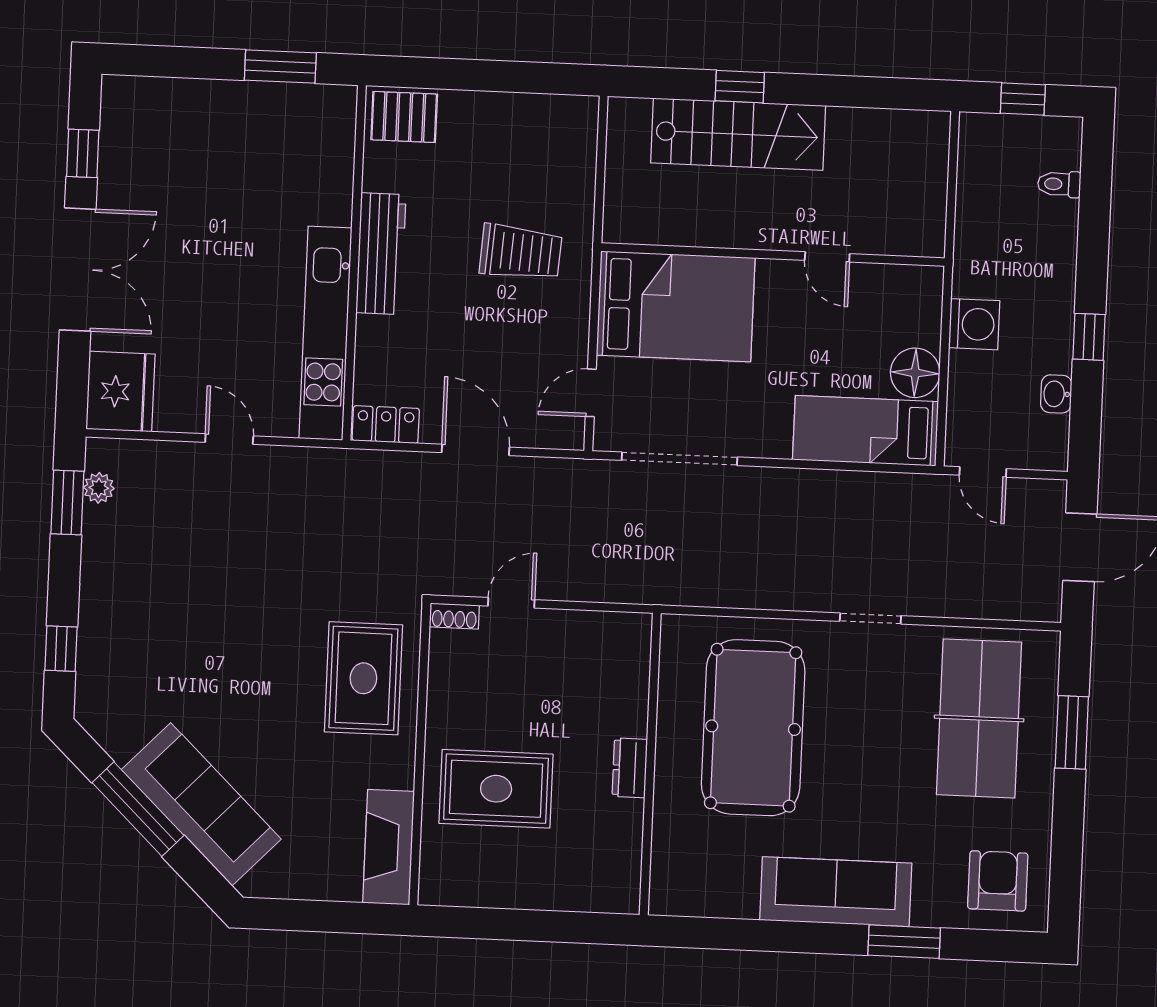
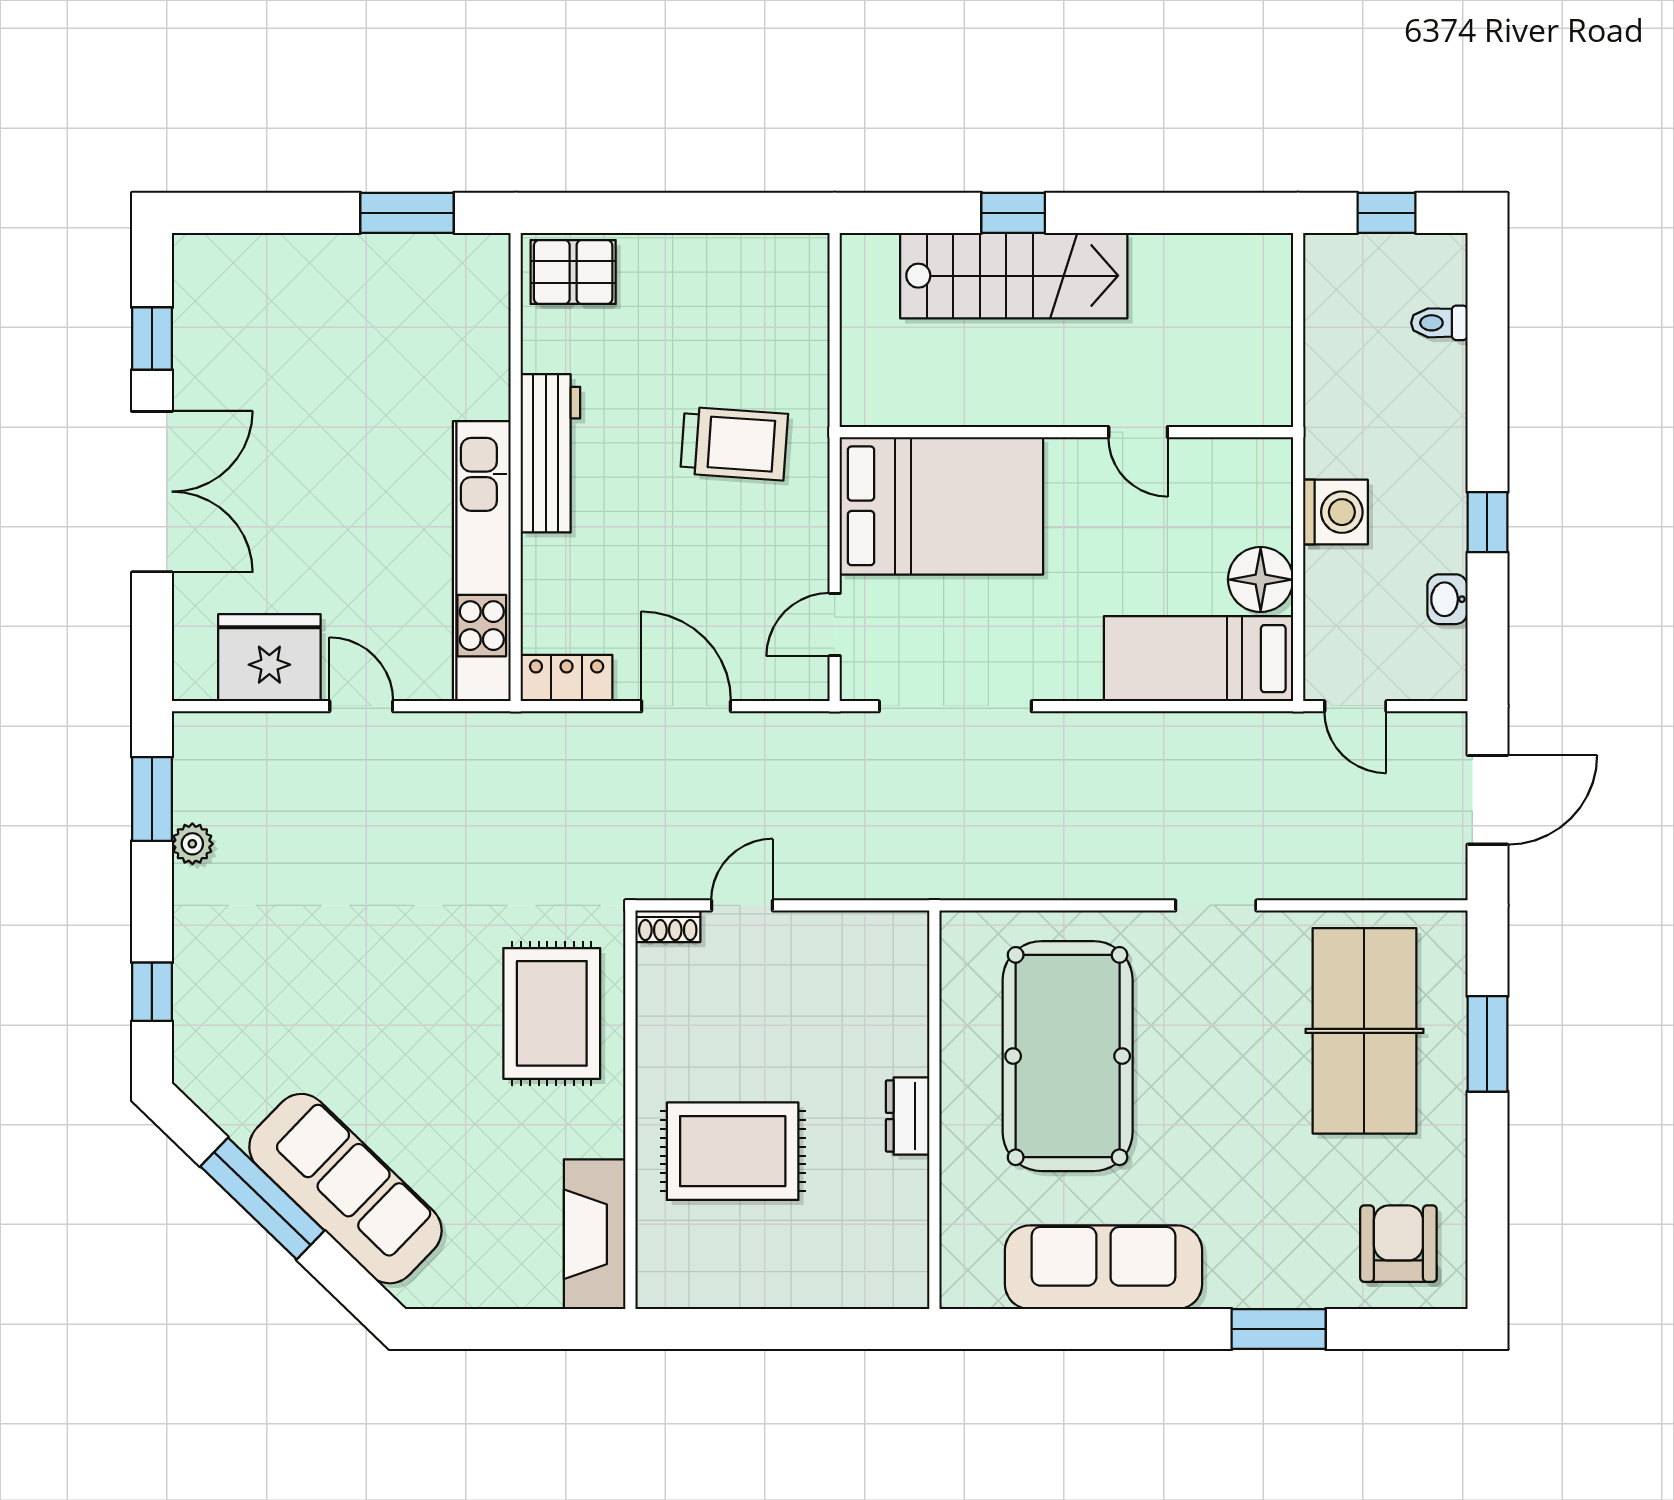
fridge: (120, 392) -> (269, 658), moved, turned -90
plant: (99, 488) -> (192, 844), moved
sofa: (836, 892) -> (1103, 1267), moved

